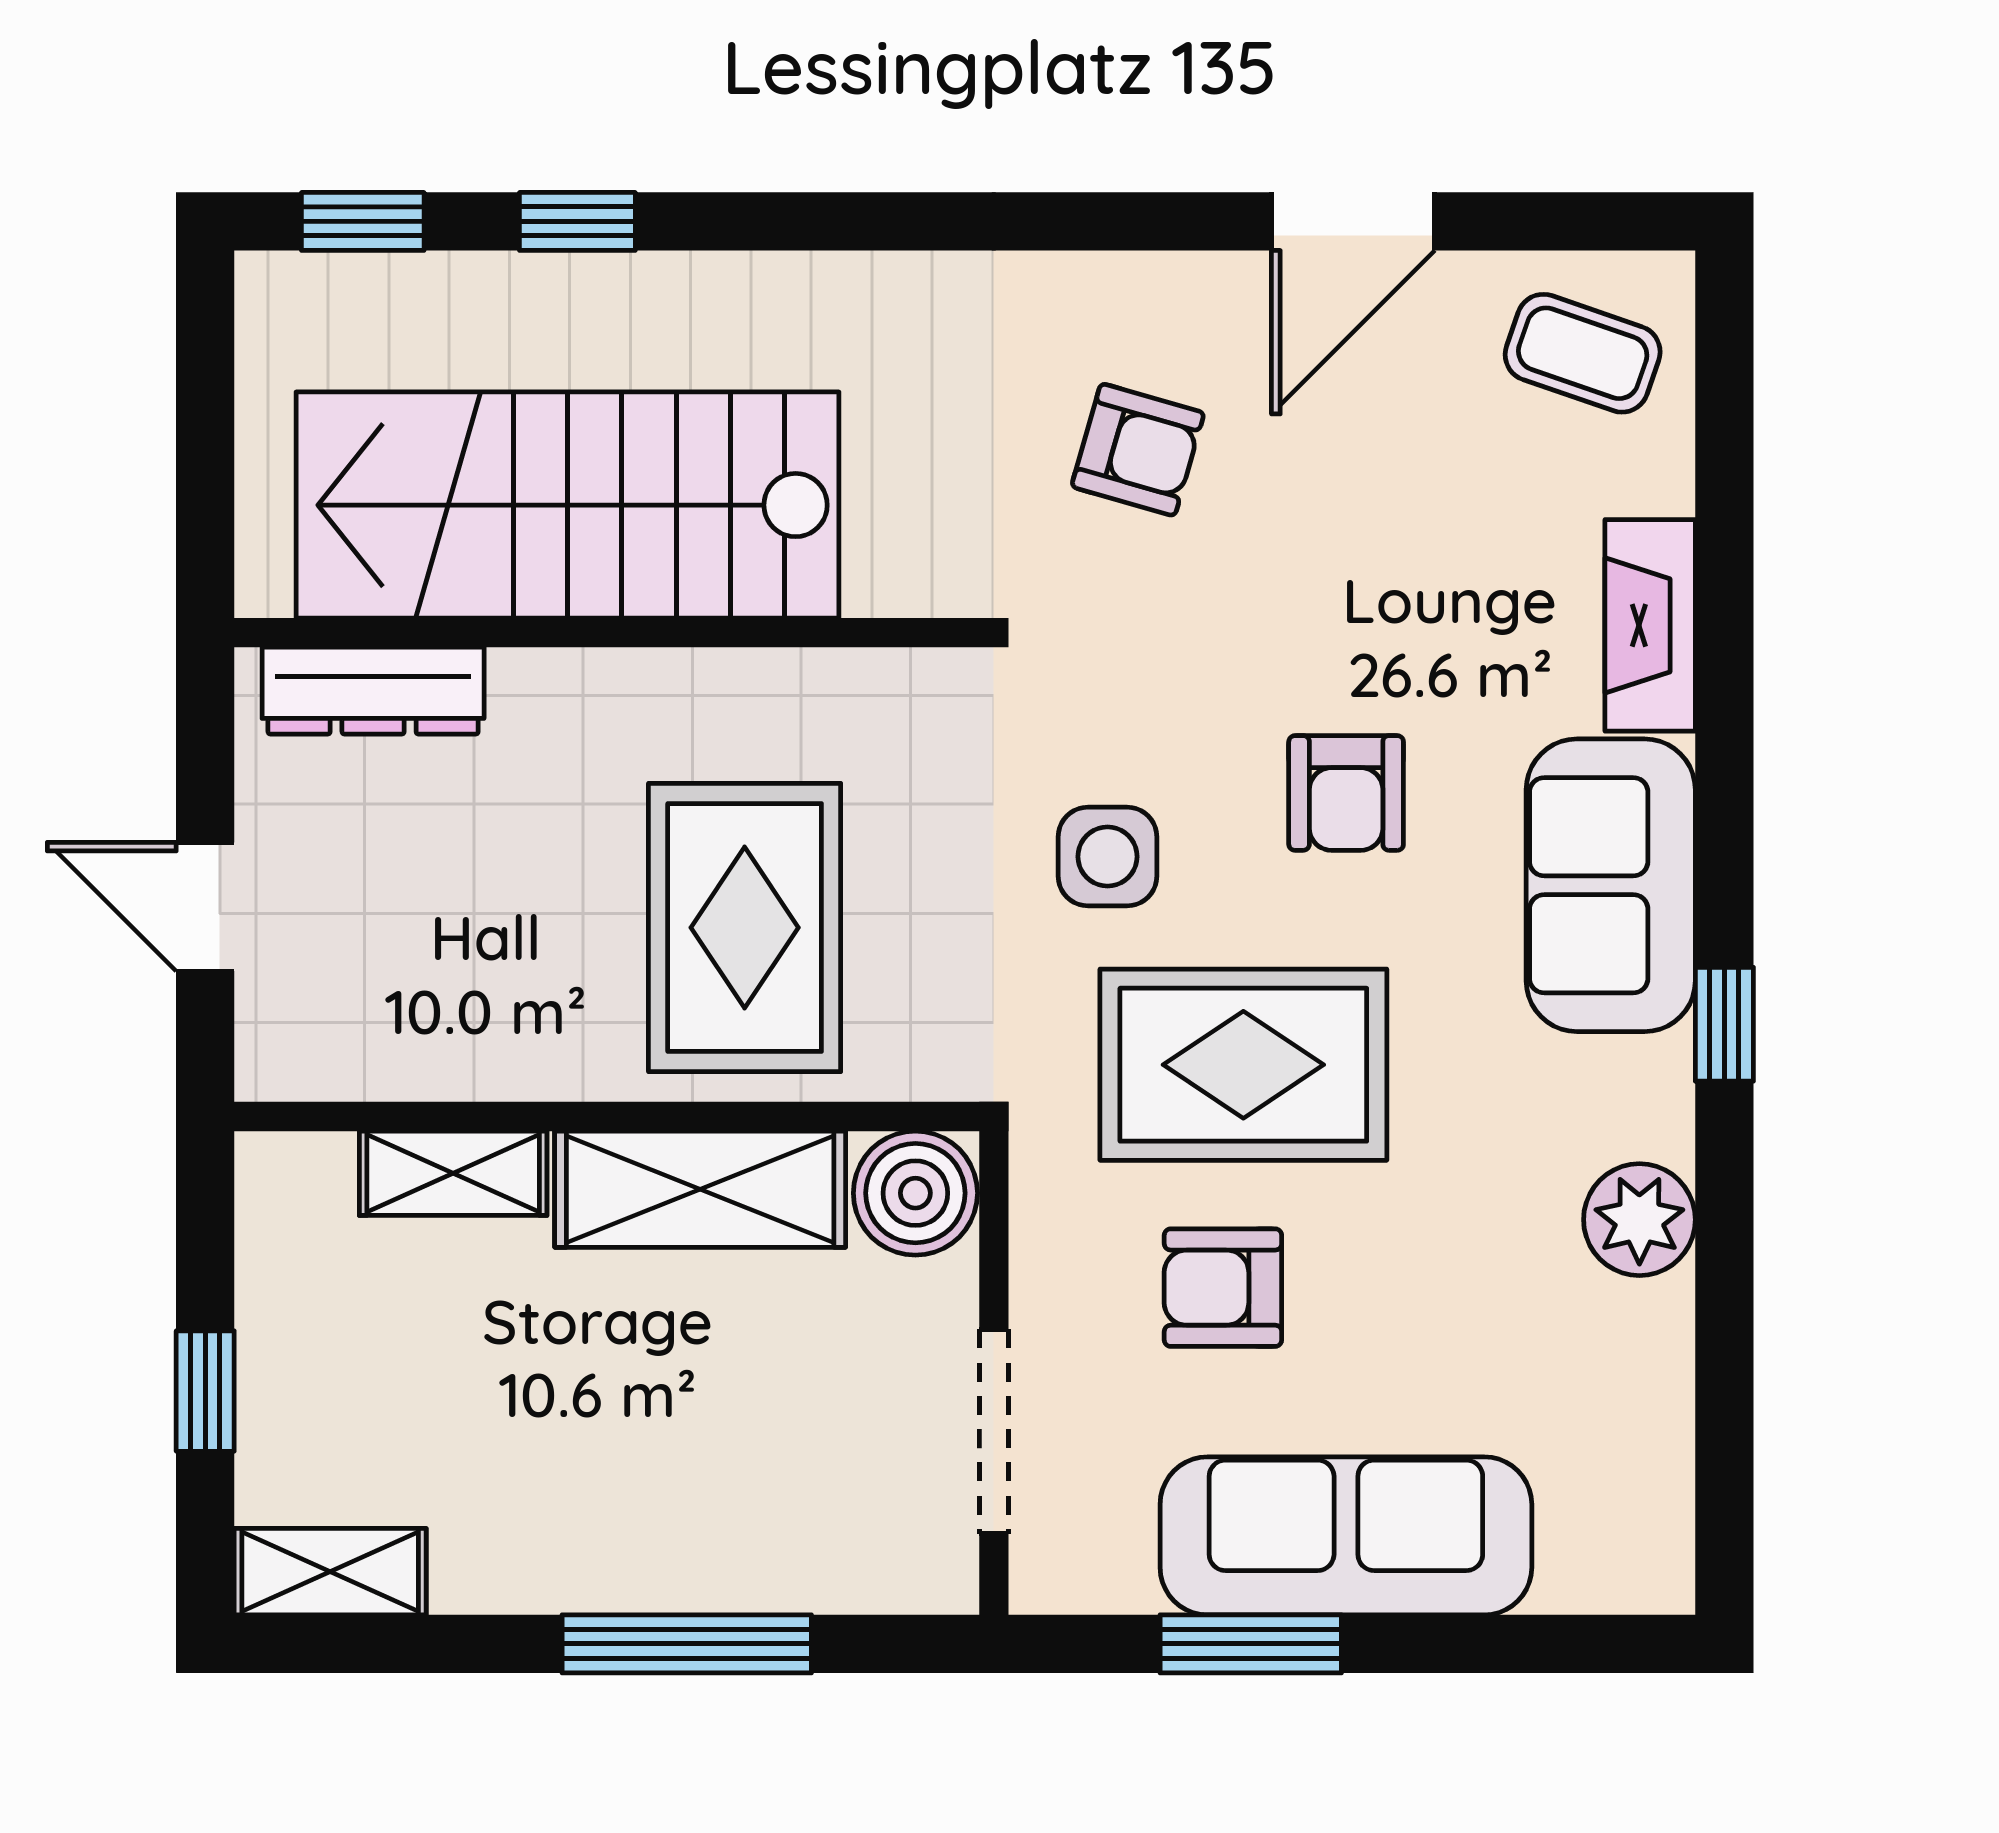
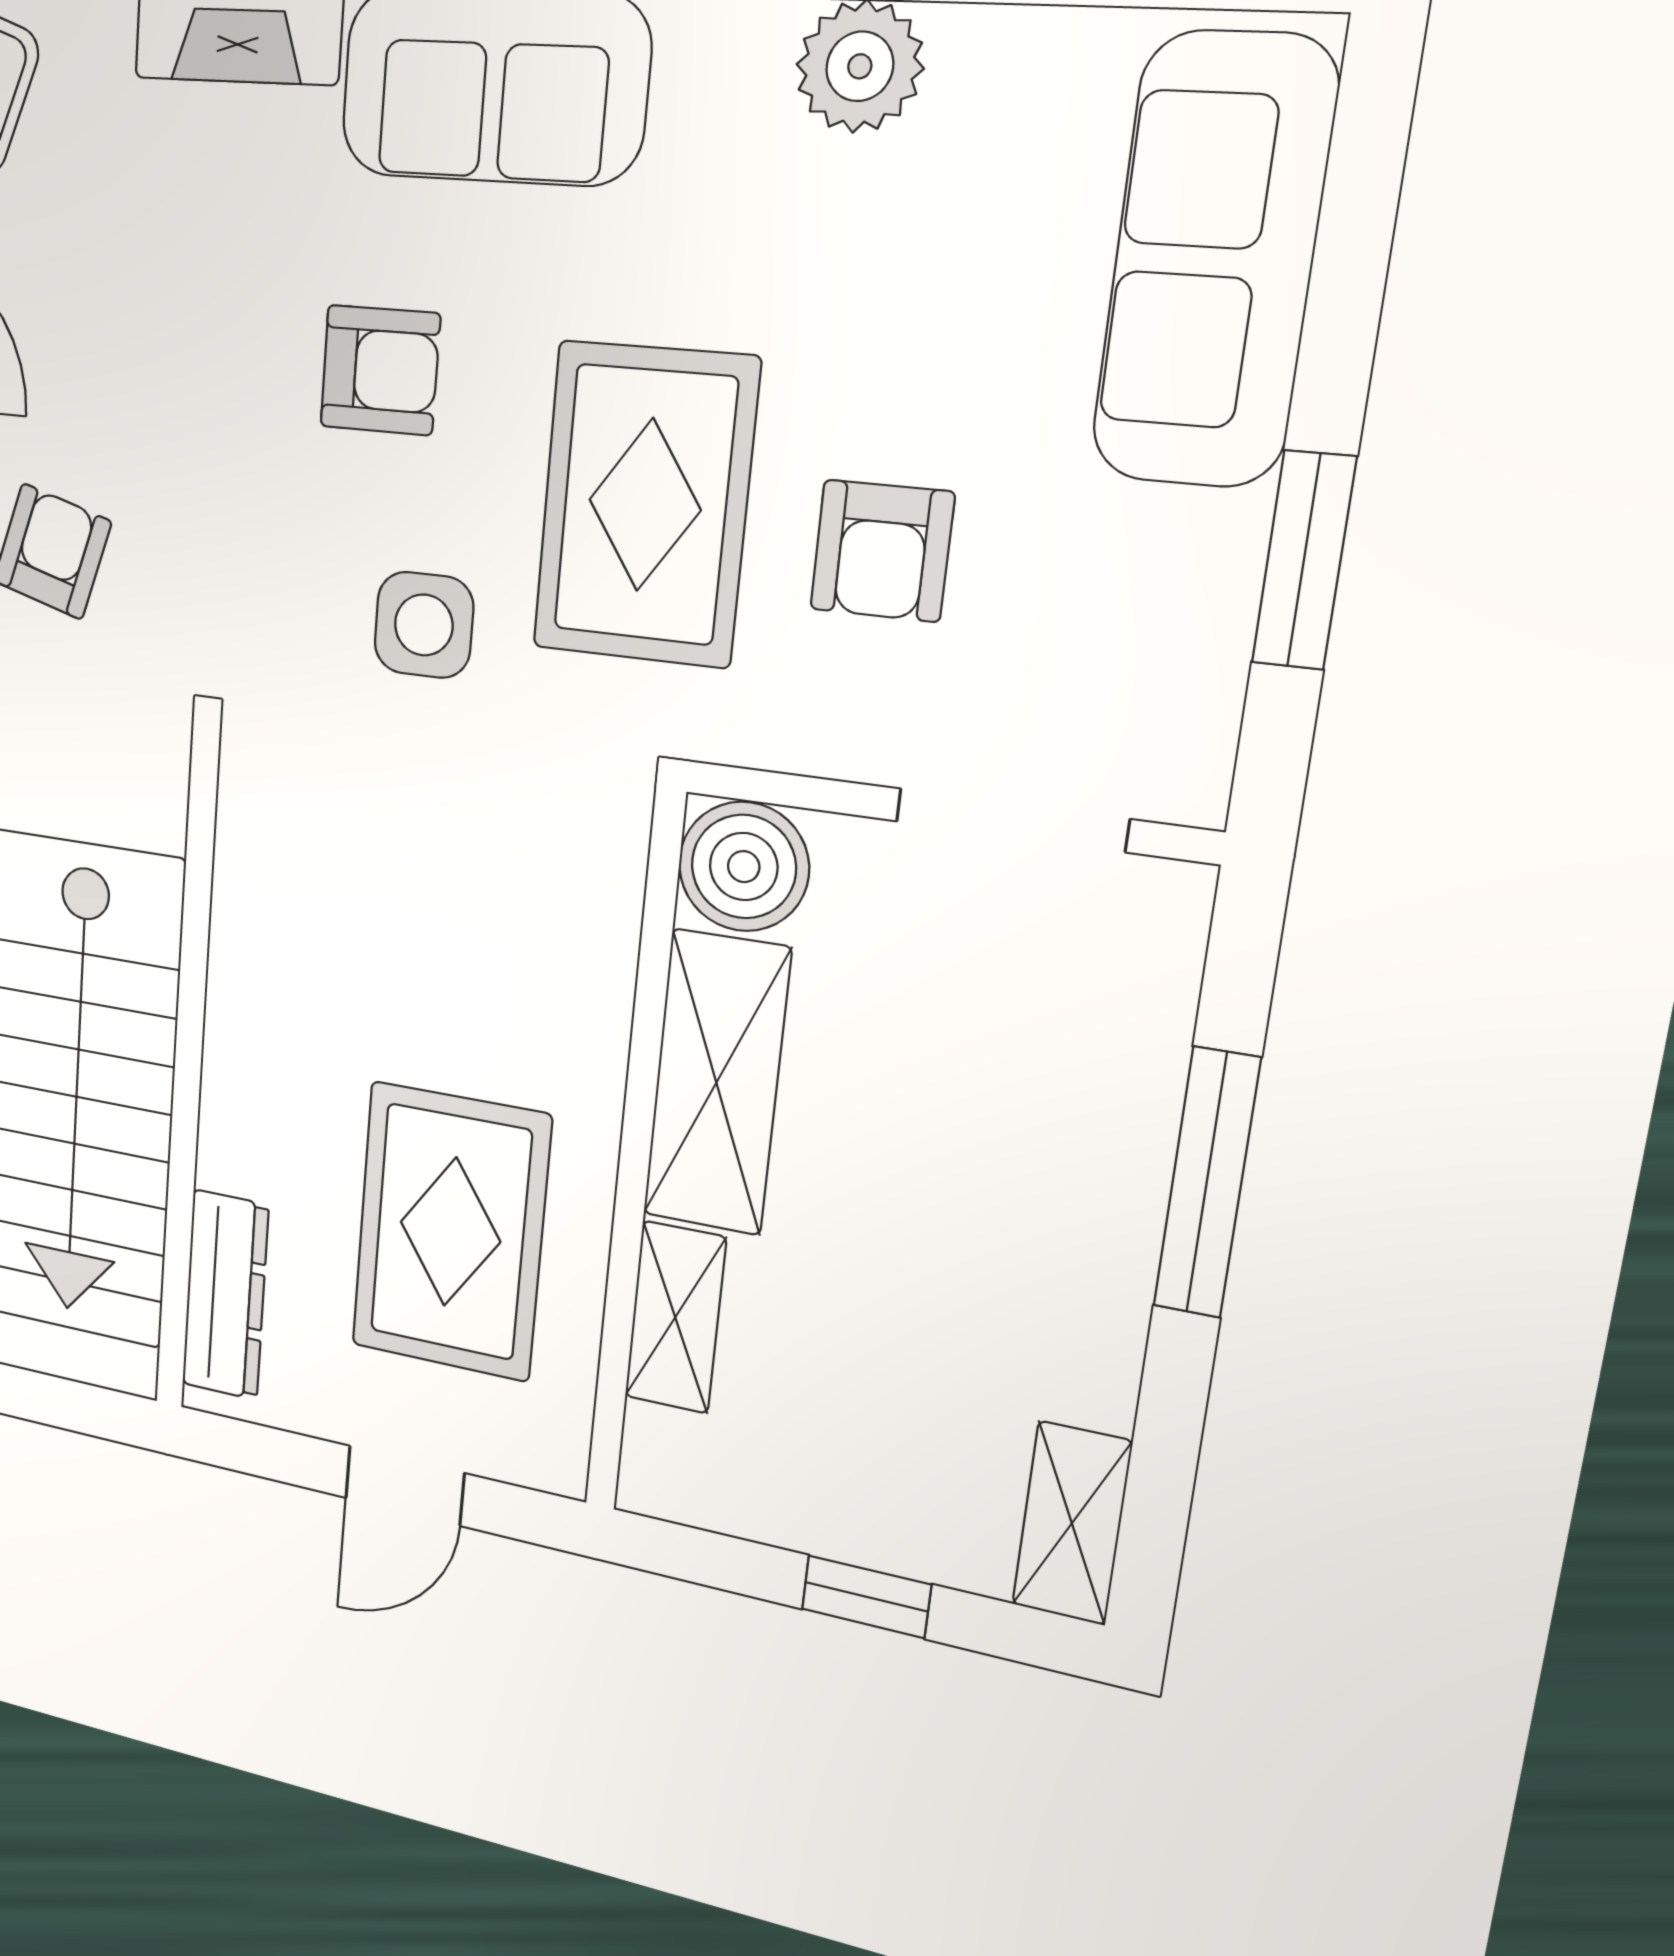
rug: (745, 928) -> (450, 1232), moved, turned 90
sofa: (1346, 1536) -> (1213, 262), moved

